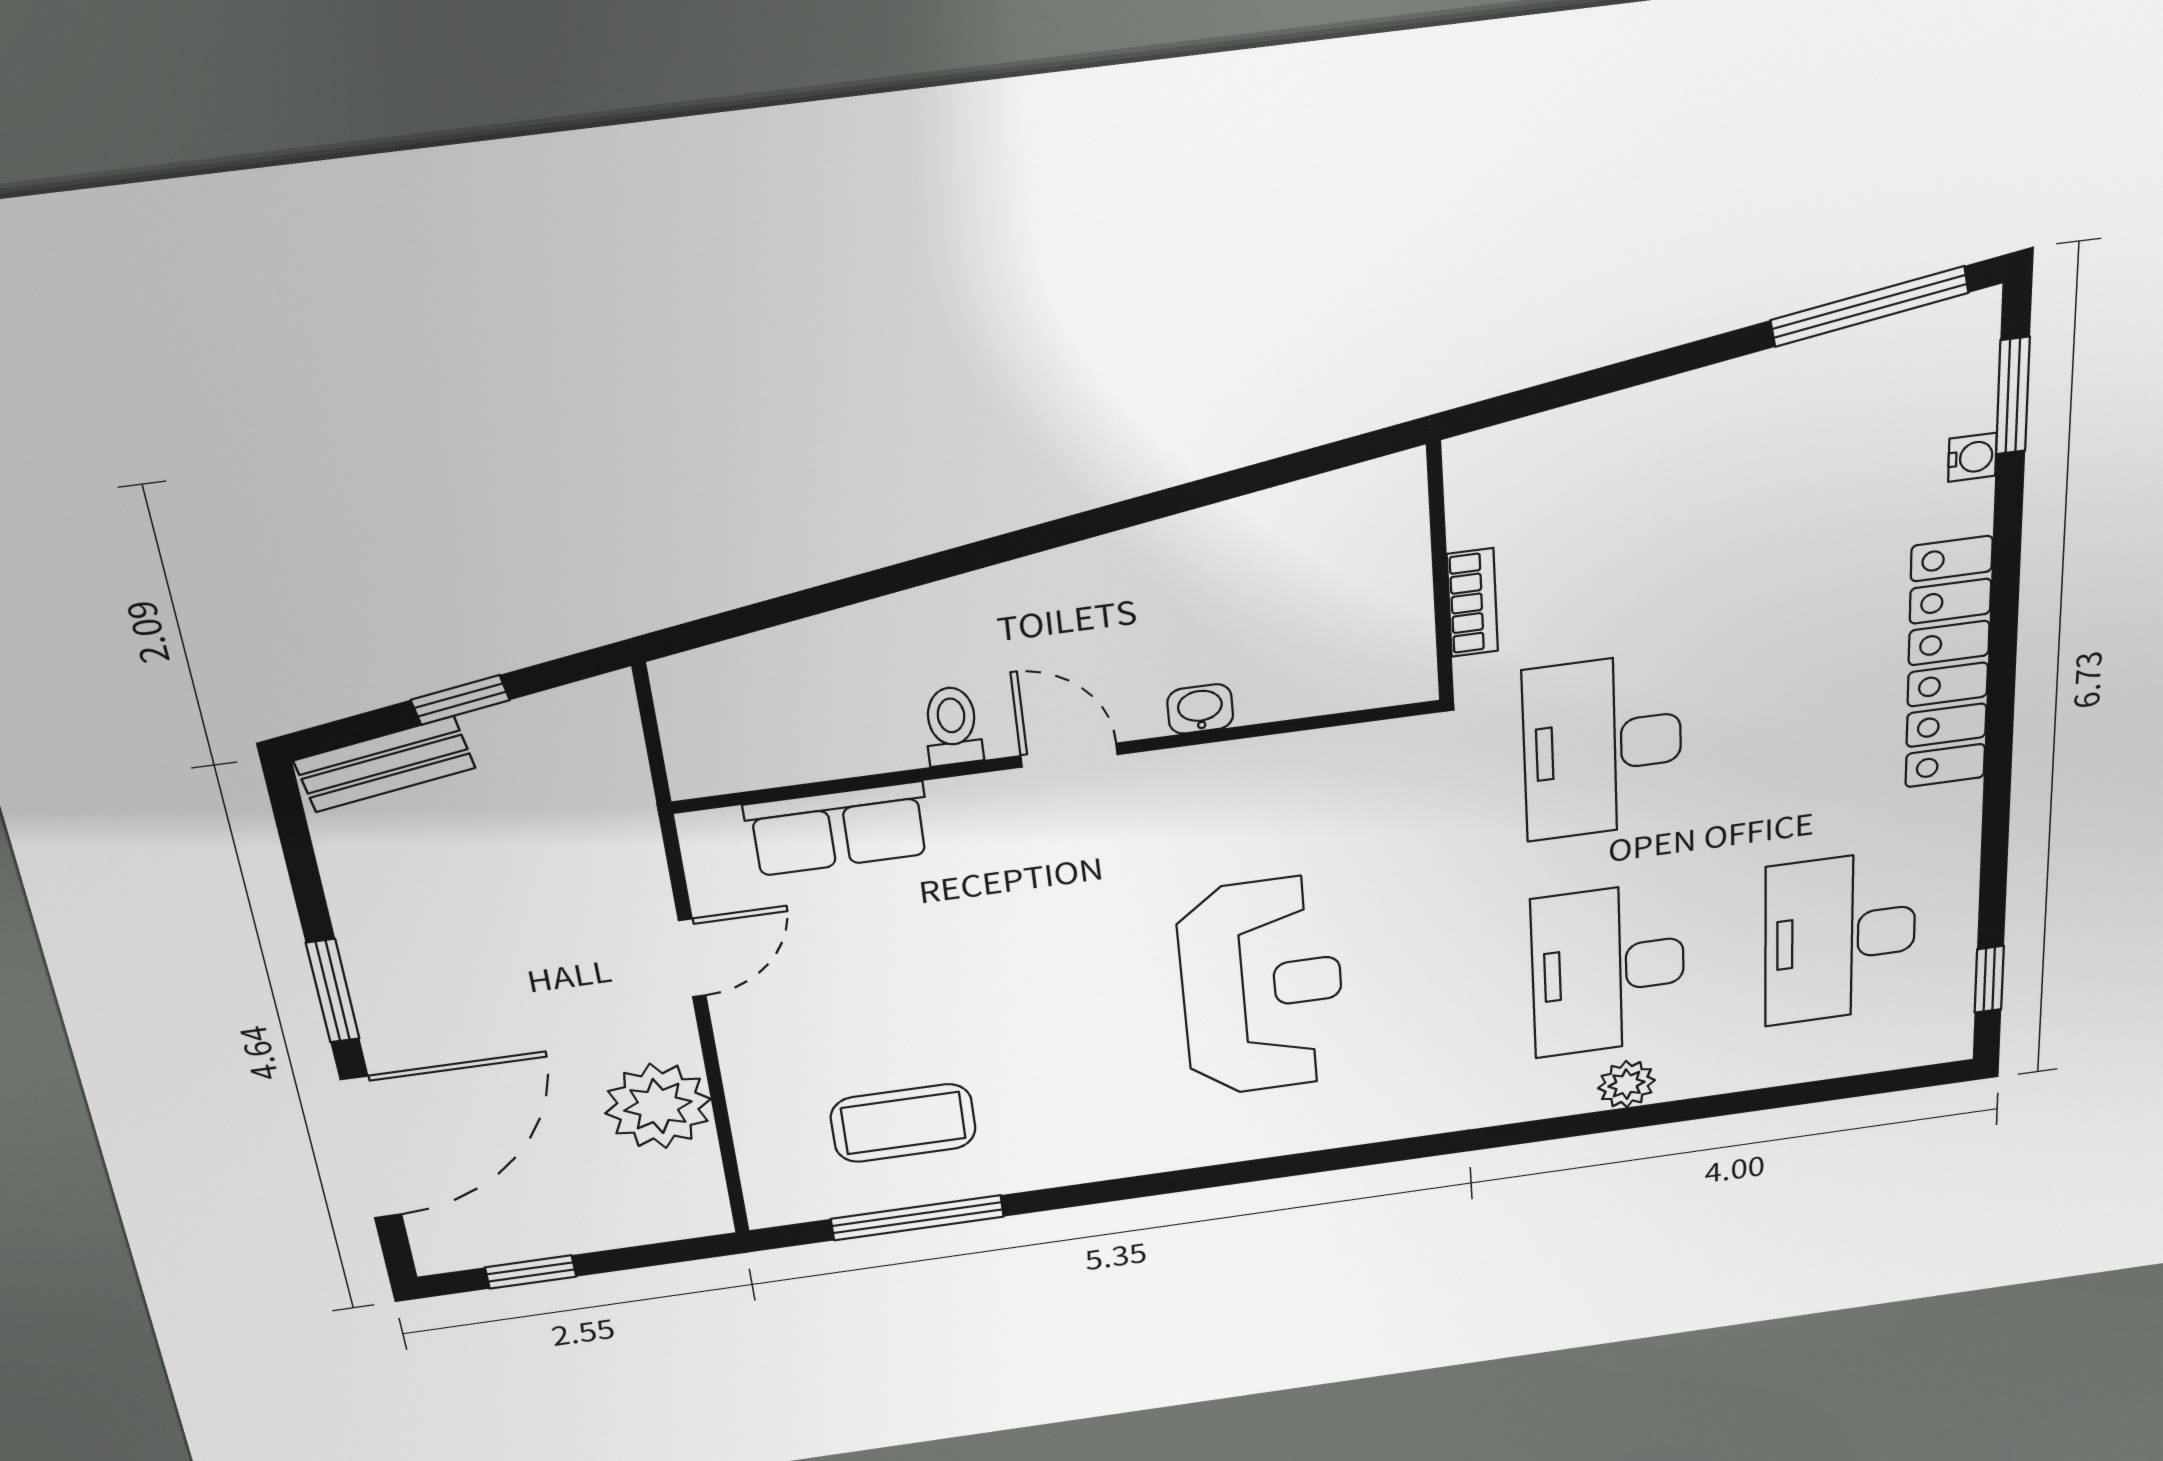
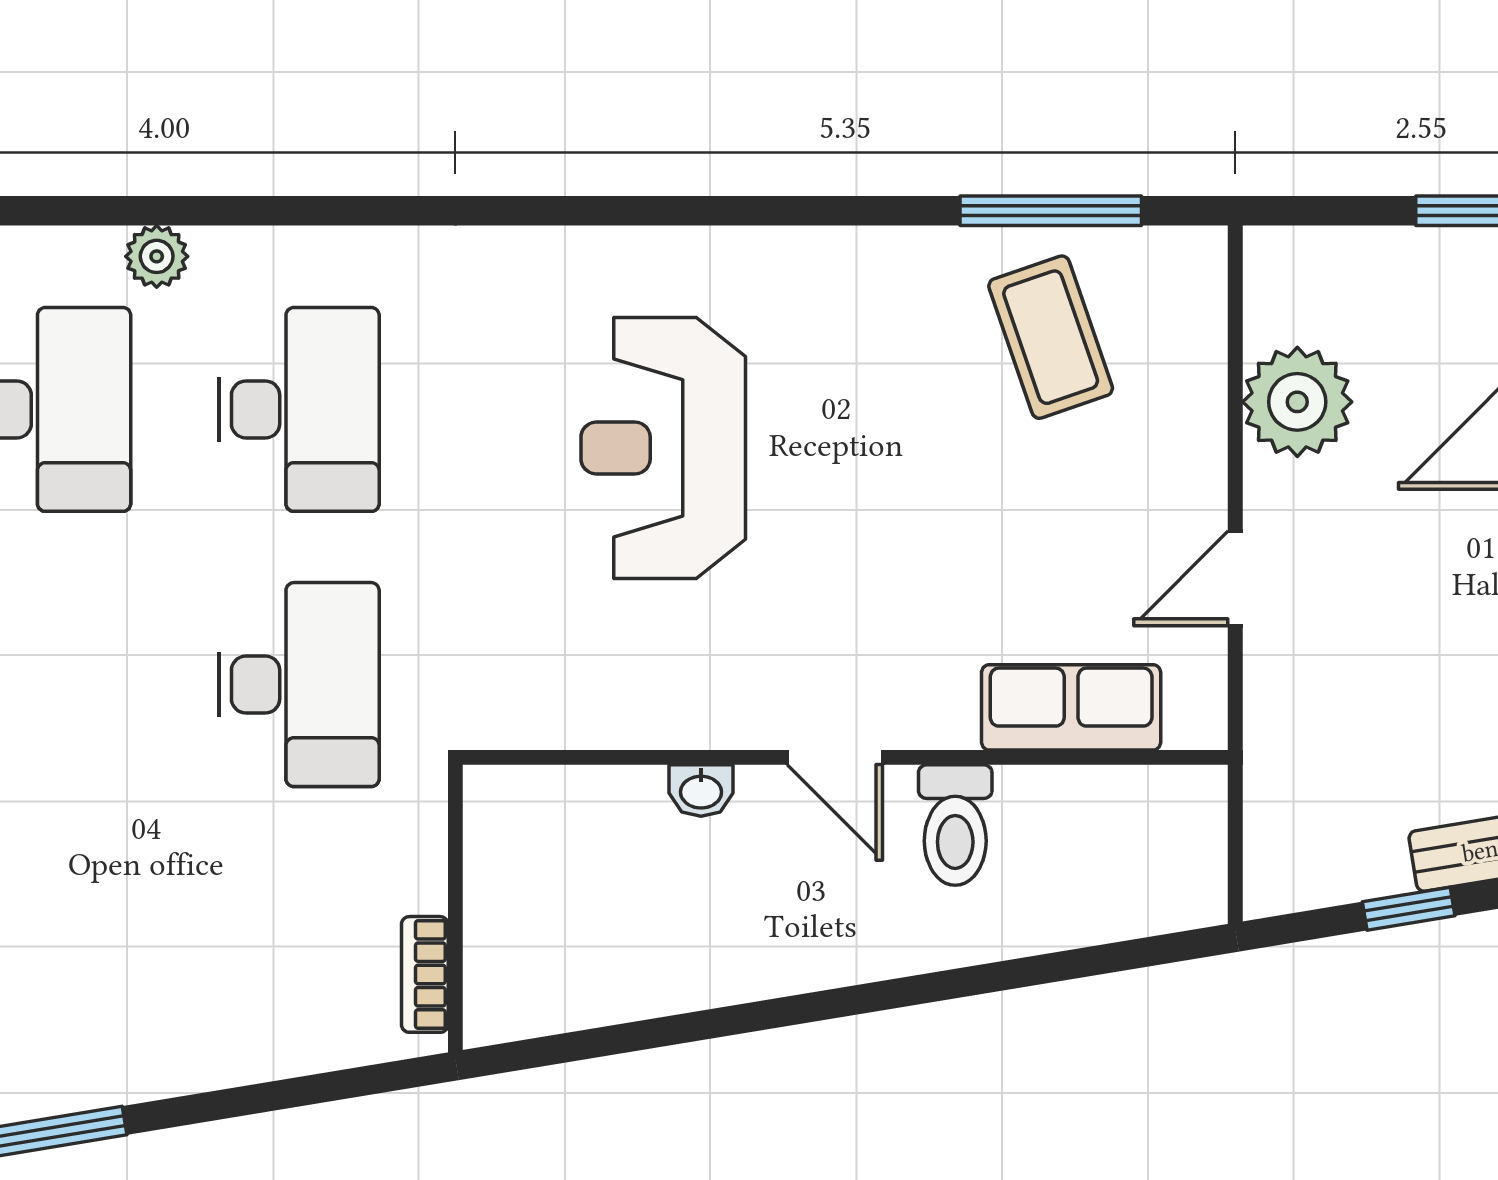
bookcase: (1472, 603) -> (425, 974), moved
toilet: (952, 726) -> (955, 825), width x1.37, depth x1.39
plant: (1627, 1084) -> (157, 256), moved
coffee table: (903, 1123) -> (1051, 337), turned 71

